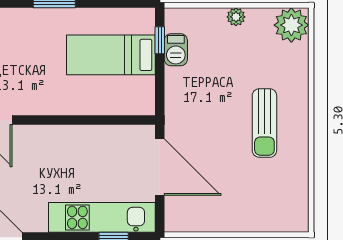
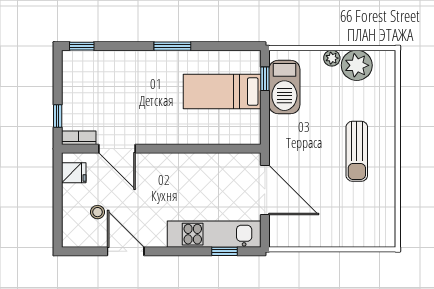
plant: (291, 25) -> (357, 65), moved
barbecue: (176, 50) -> (284, 87), width x1.88, depth x1.53

